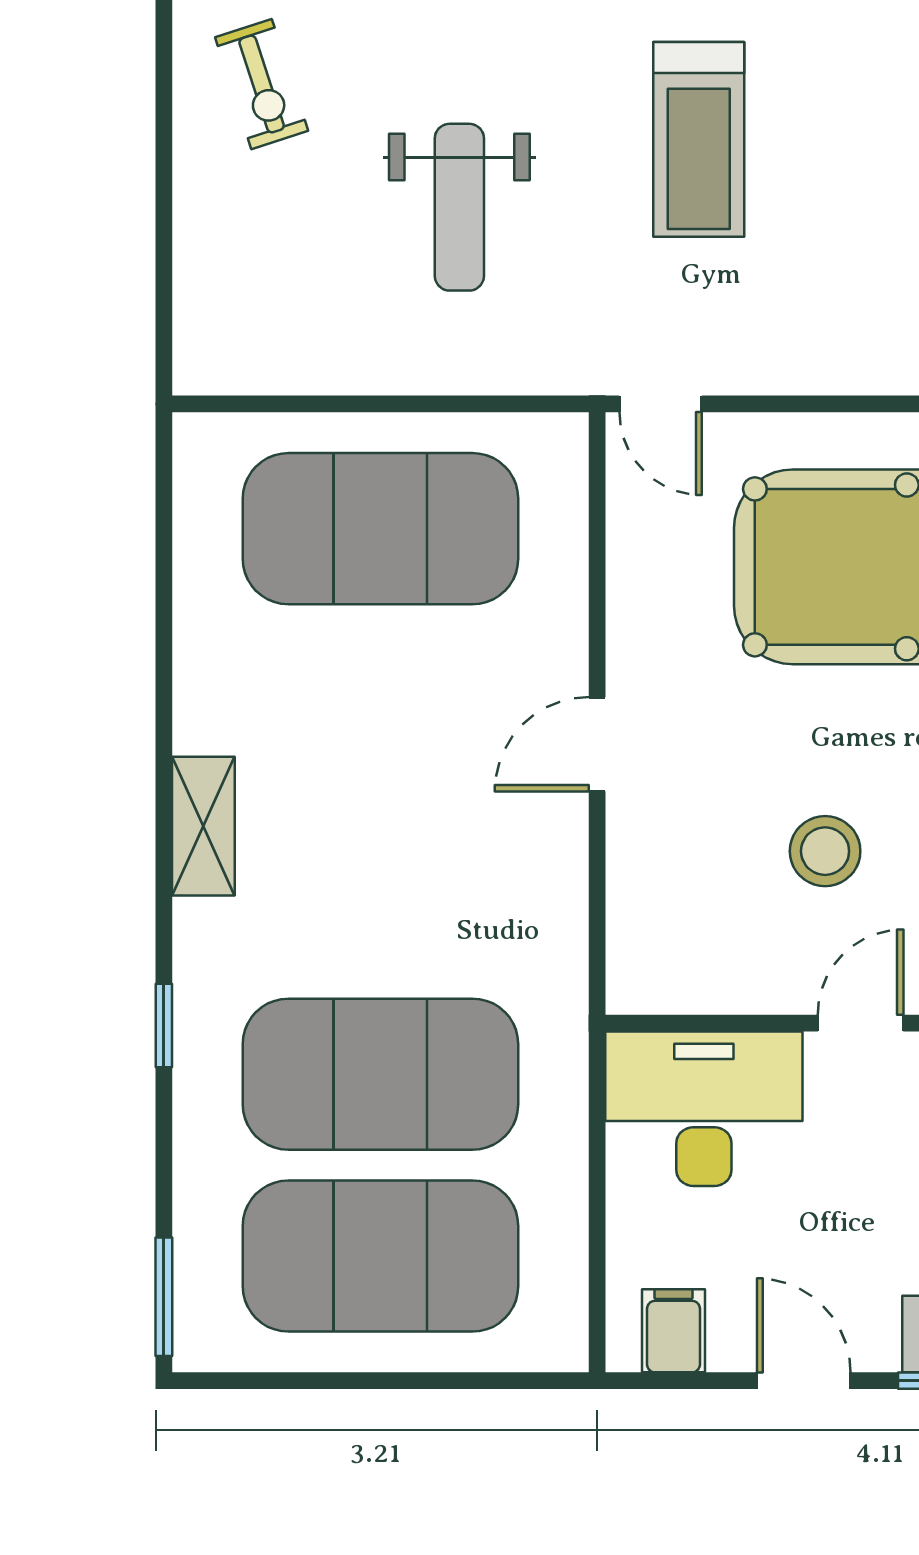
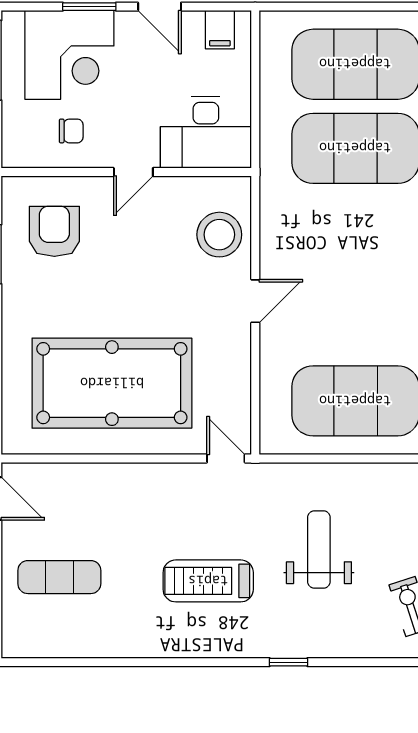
treadmill: (699, 139) -> (208, 581), turned -90
stool: (825, 851) -> (219, 235), moved, width x1.38, depth x1.38

